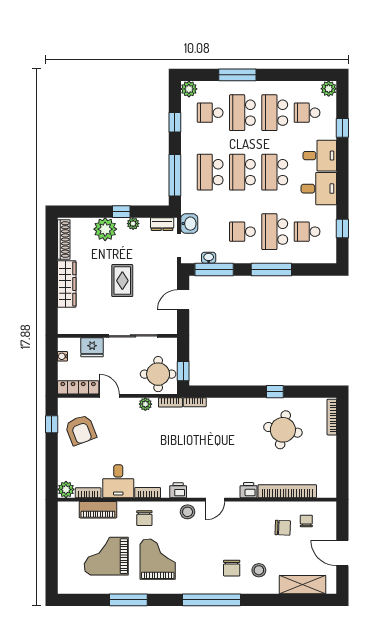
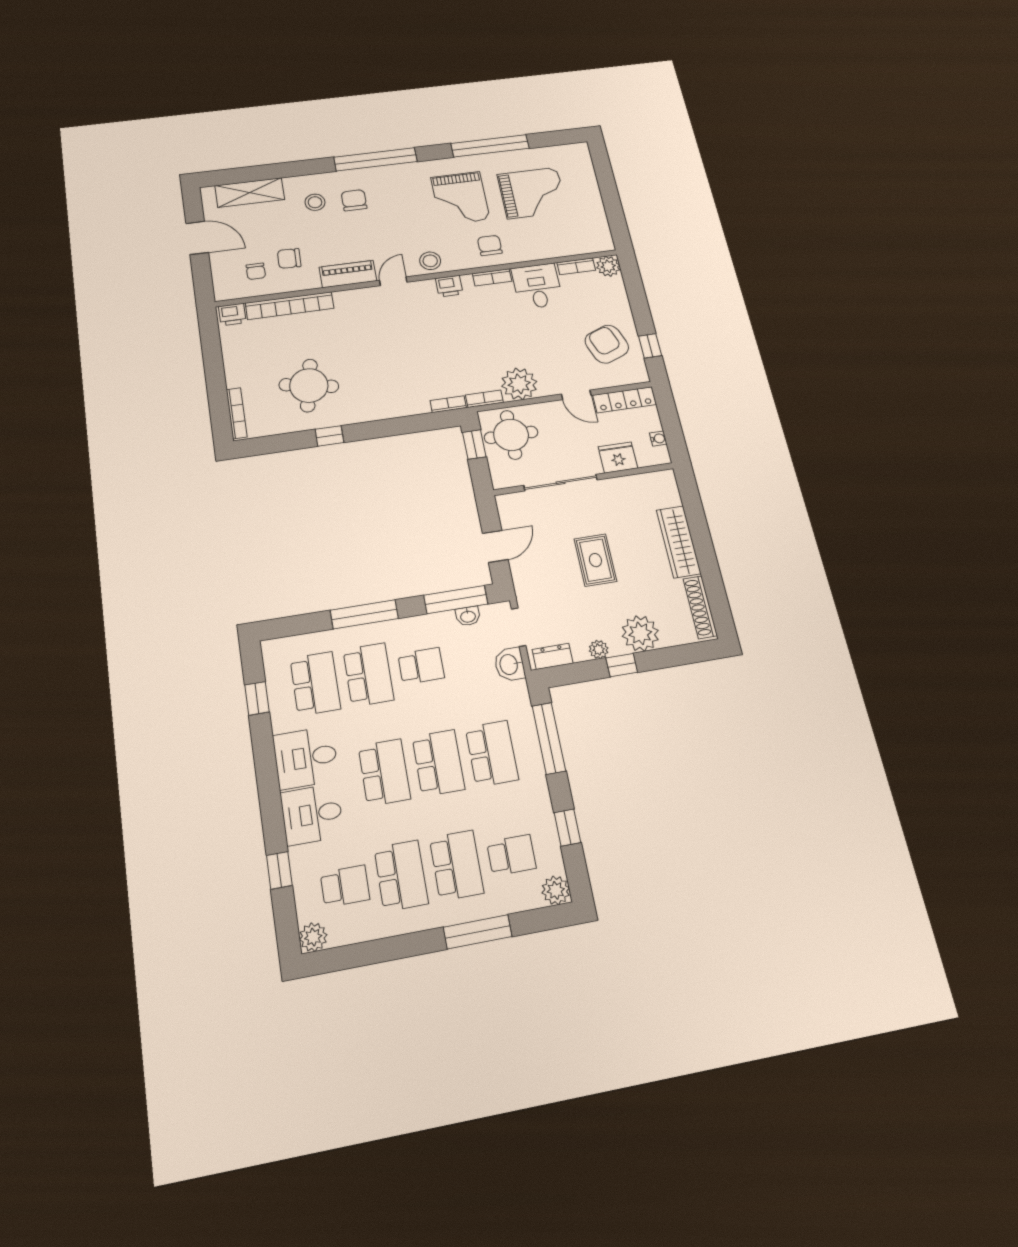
school desk: (307, 232) -> (315, 684), width x1.85
plant: (145, 404) -> (519, 384), width x1.87, depth x1.87
printer: (249, 490) -> (232, 314), moved
piano: (98, 510) -> (348, 274), moved
window: (128, 600) -> (490, 146), width x1.46

